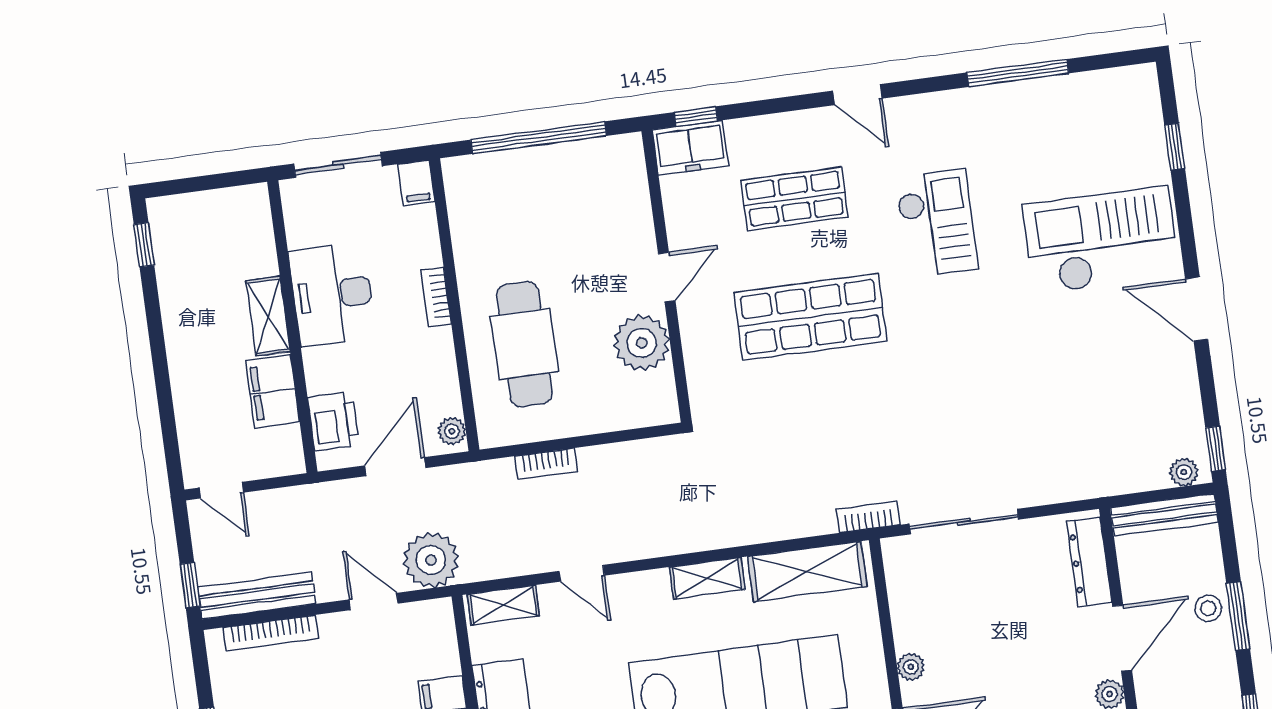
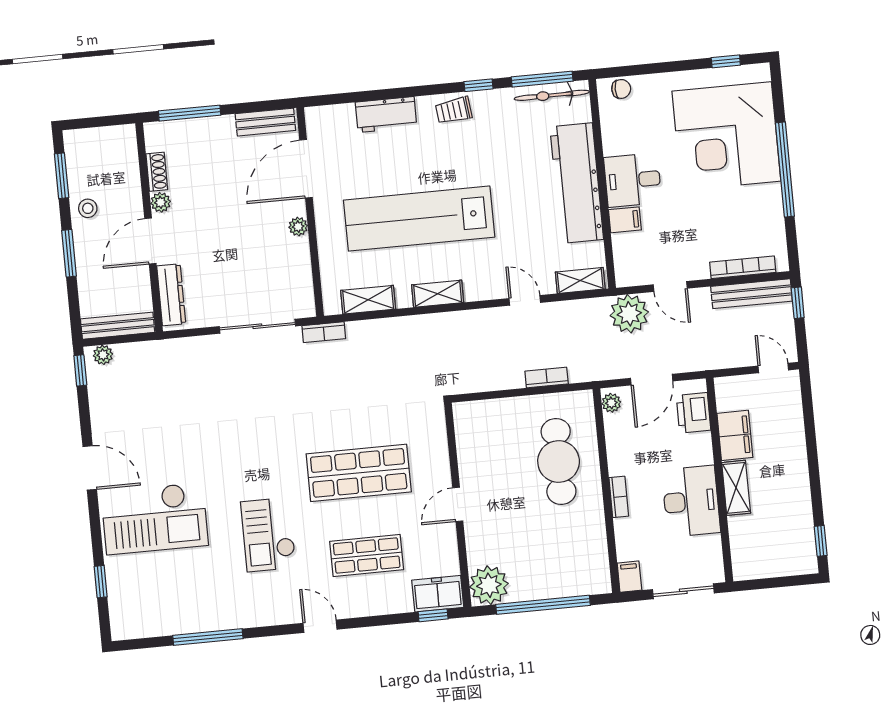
plant: (642, 343) -> (489, 585), moved
shelving: (807, 571) -> (368, 300), width x0.67, depth x0.75
stool: (1208, 608) -> (88, 208), moved

